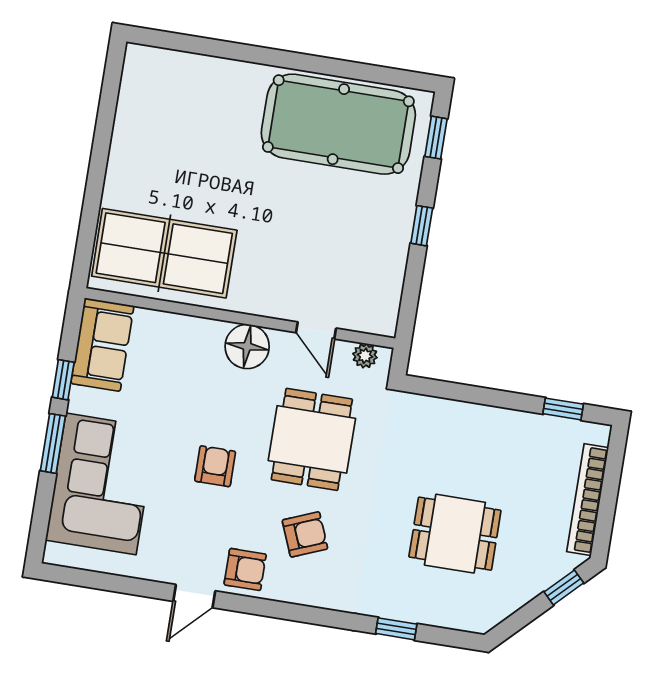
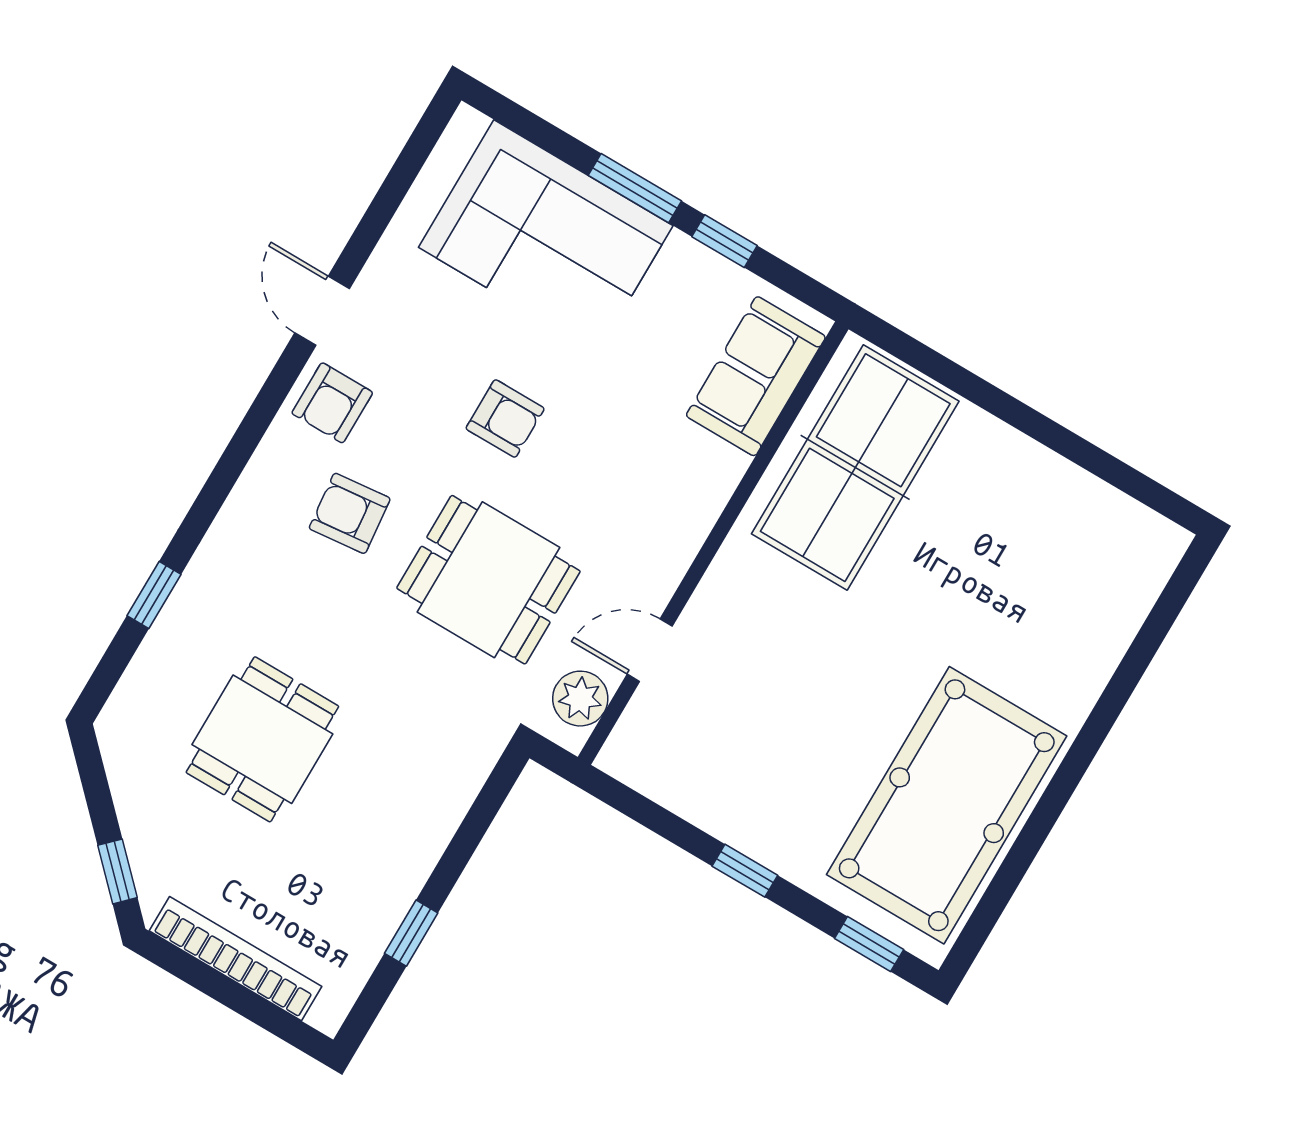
sofa: (102, 345) -> (756, 376), moved, turned 90
floor lamp: (247, 346) -> (666, 537), removed
plant: (365, 356) -> (580, 699), width x1.38, depth x1.38
window: (563, 409) -> (411, 933), moved
armchair: (305, 534) -> (350, 513), turned 106

